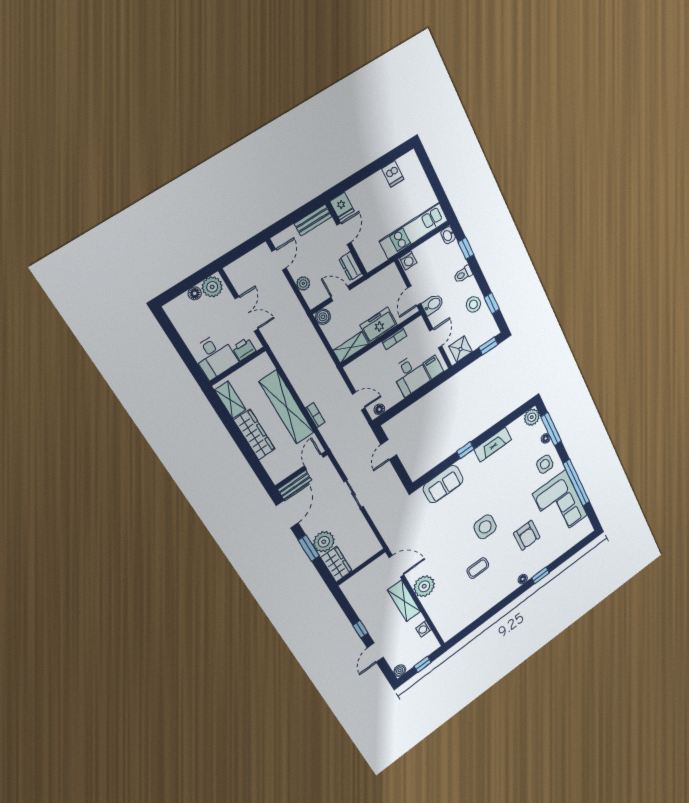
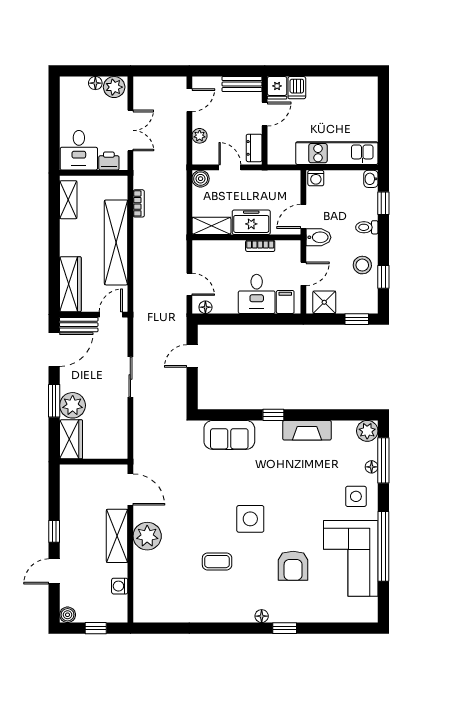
dishwasher: (393, 174) -> (297, 88), moved
bookcase: (315, 415) -> (139, 203), moved
wardrobe: (254, 435) -> (70, 284), moved

